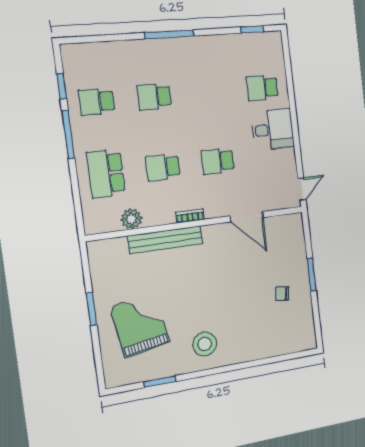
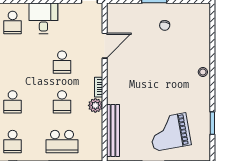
plant: (131, 219) -> (95, 105), moved
bench: (166, 240) -> (113, 131), moved
stool: (205, 344) -> (203, 72), moved, width x0.53, depth x0.53

